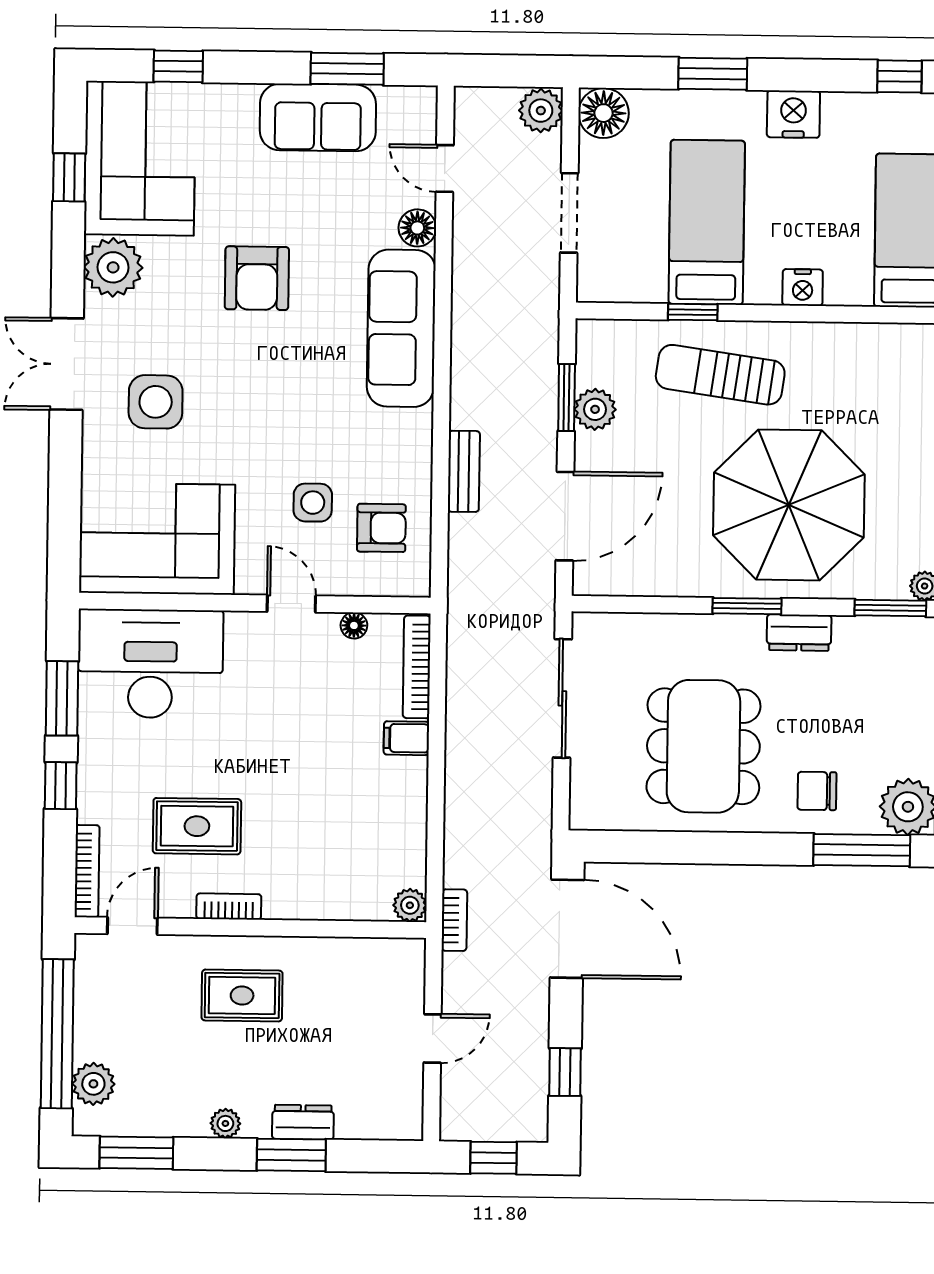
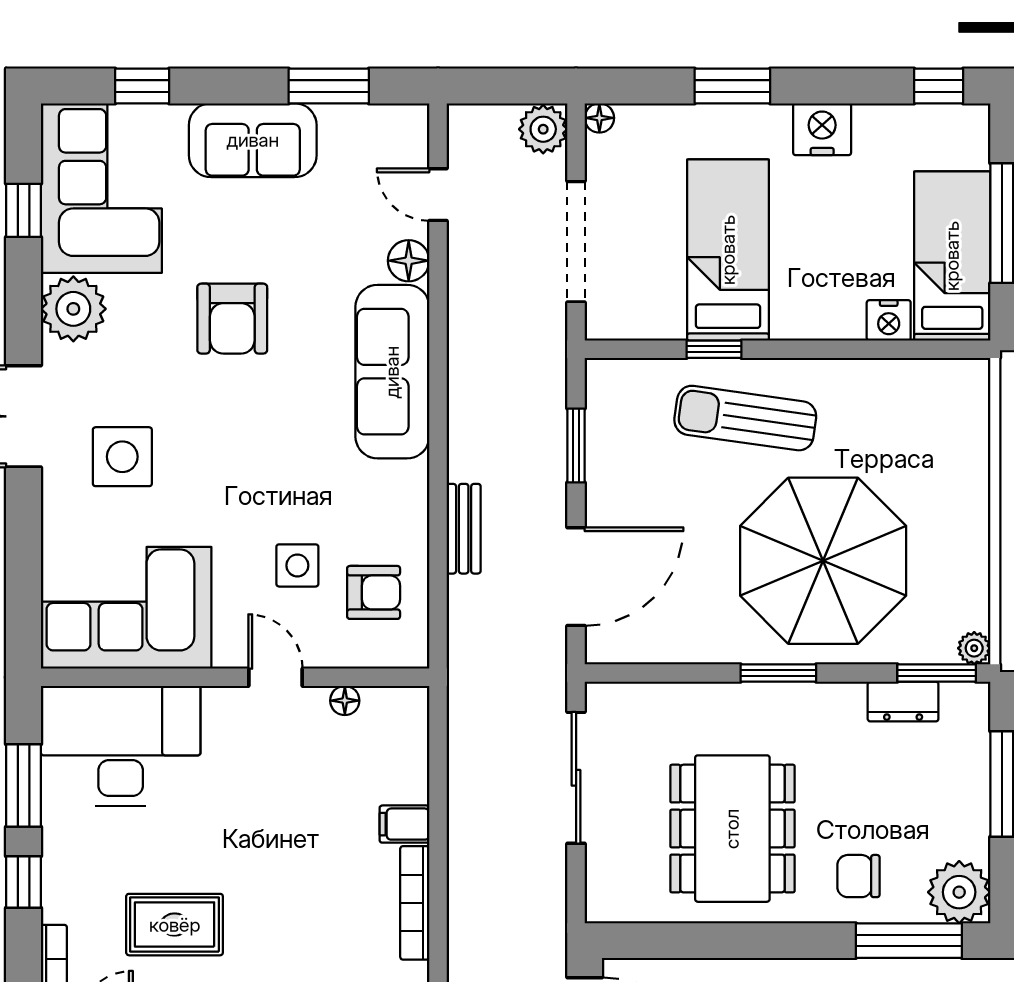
floor lamp: (603, 113) -> (599, 118), width x0.53, depth x0.53
sofa: (318, 117) -> (253, 140), moved
doorway: (569, 213) -> (576, 242), width x1.36
nightstand: (803, 287) -> (889, 320), moved
plant: (595, 409) -> (608, 458), removed
dresser: (799, 633) -> (903, 702), moved
bookcase: (417, 667) -> (415, 903), moved

